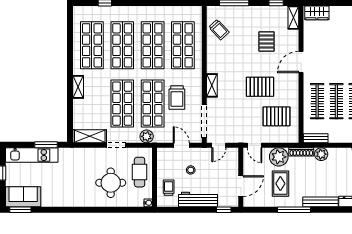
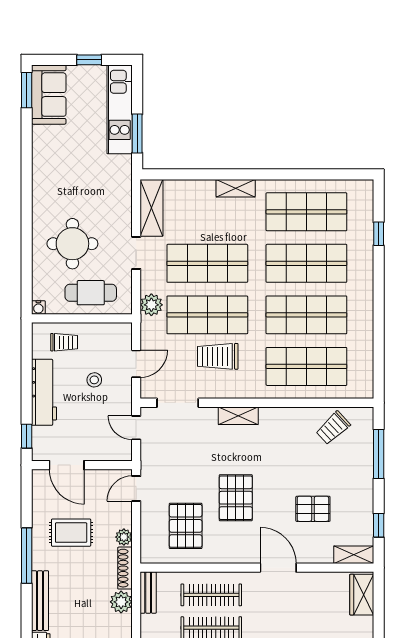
doorway: (204, 121) -> (178, 403), width x0.73
plant: (279, 157) -> (124, 537), width x0.53, depth x0.53

